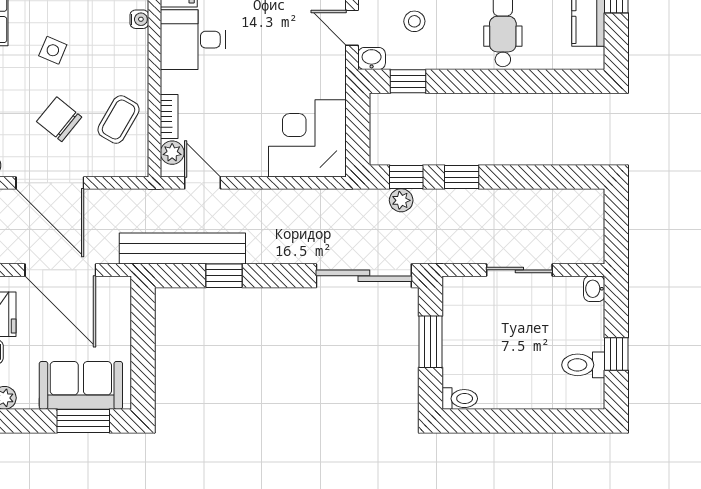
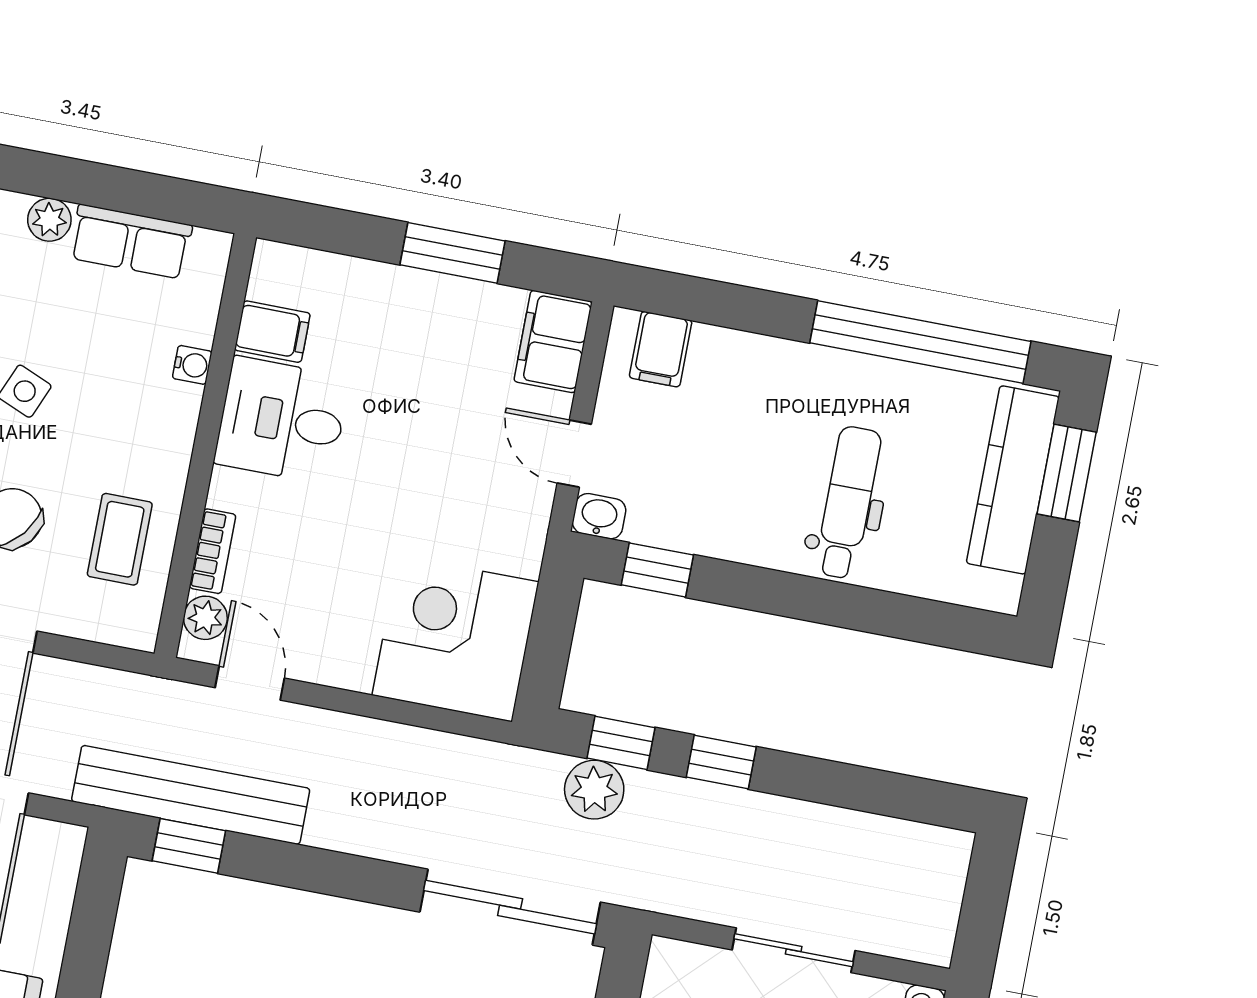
stool: (414, 21) -> (689, 464), removed
coffee table: (119, 120) -> (120, 539), turned -30
plant: (401, 200) -> (594, 790), width x1.38, depth x1.38
window: (224, 276) -> (189, 846), moved

